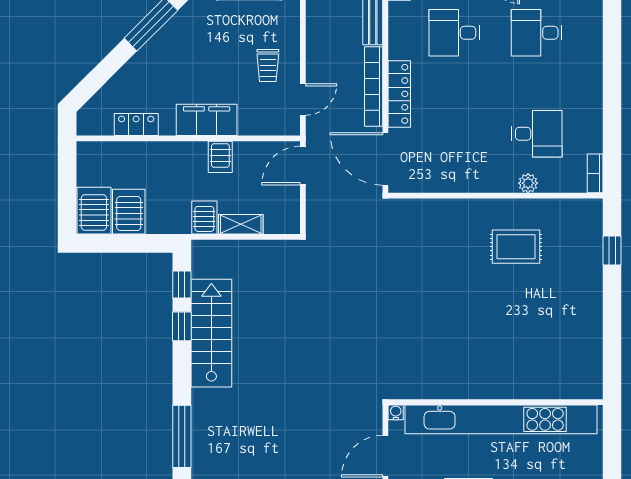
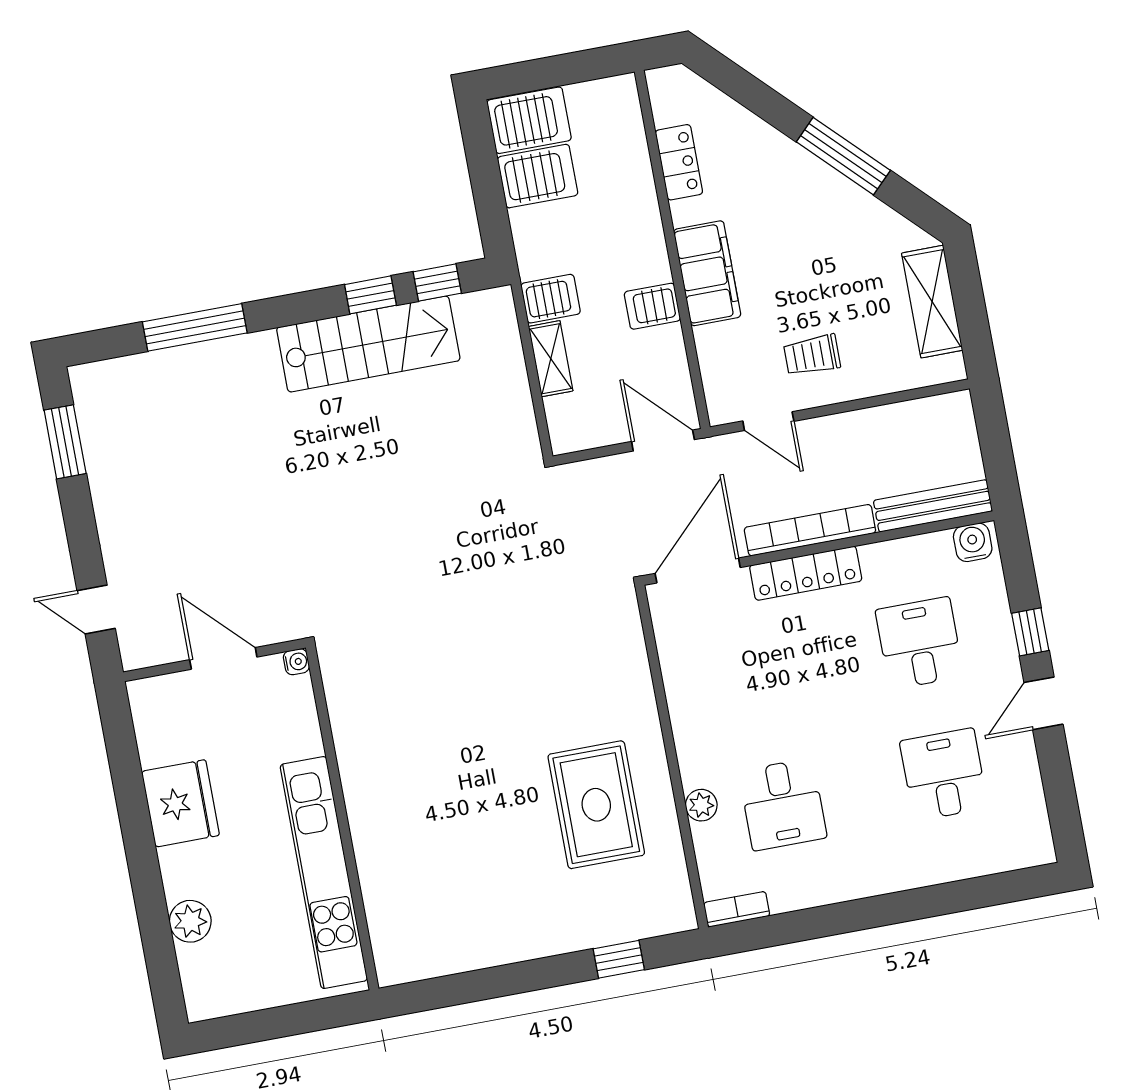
rug: (516, 247) -> (596, 805), width x1.36, depth x1.43
kitchen unit: (501, 419) -> (324, 873), width x0.73

